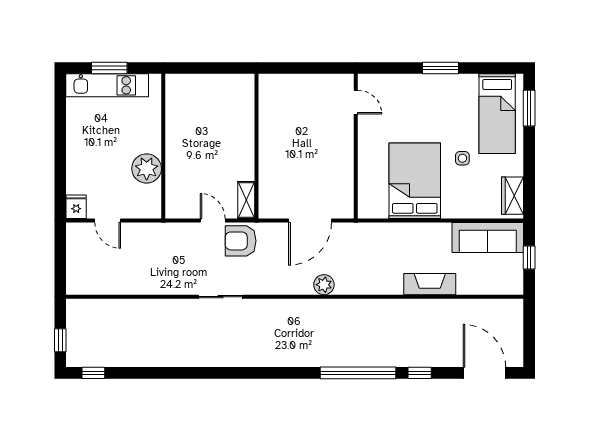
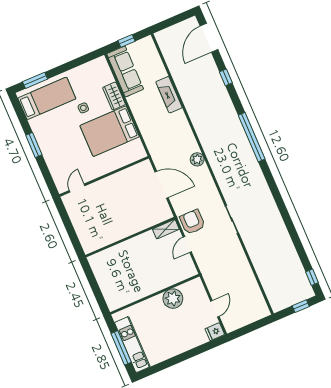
window: (109, 68) -> (121, 348), width x1.44
wardrobe: (512, 196) -> (114, 96), moved, turned 90
armchair: (241, 241) -> (192, 222), turned 180
window: (358, 373) -> (252, 137), moved

